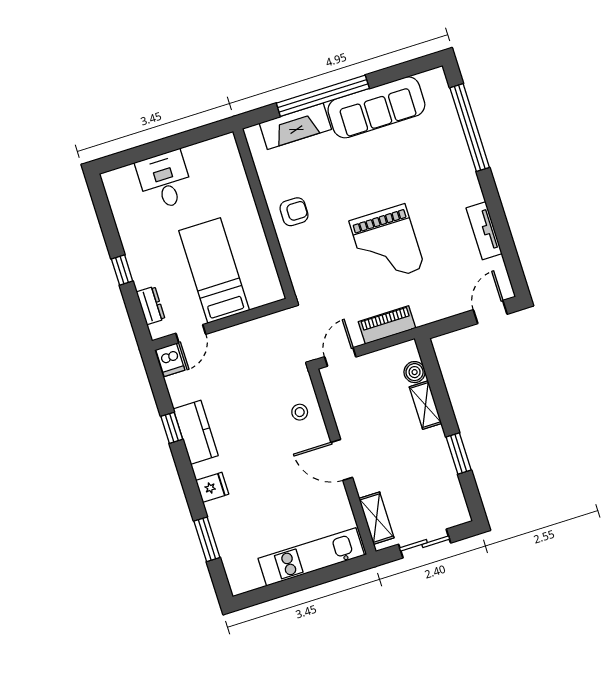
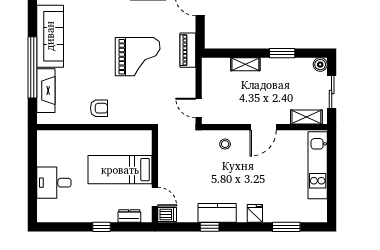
armchair: (294, 212) -> (99, 108), turned 90
piano: (387, 325) -> (188, 50), moved
boiler: (415, 372) -> (320, 65), moved

